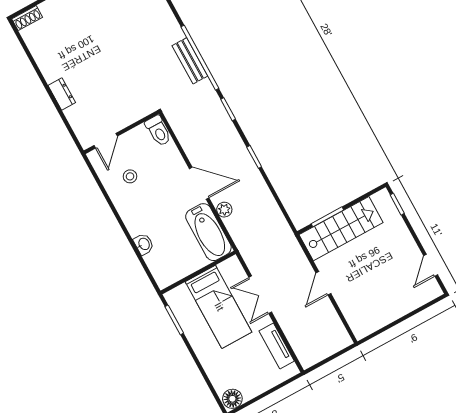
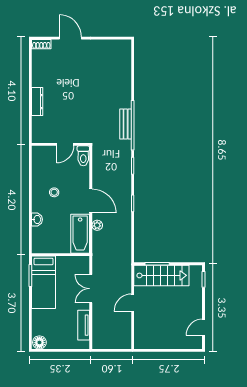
dresser: (62, 94) -> (37, 102), width x1.44
door: (106, 141) -> (65, 144), moved
stool: (130, 176) -> (54, 192), moved
bed: (219, 307) -> (43, 282), moved

